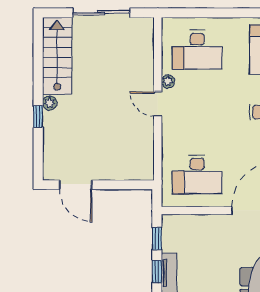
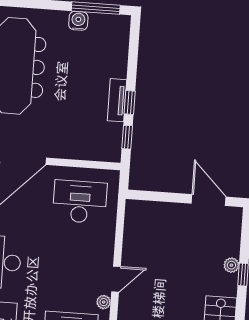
plant: (50, 103) -> (231, 265), moved
door: (158, 104) -> (116, 279), hinge flipped

